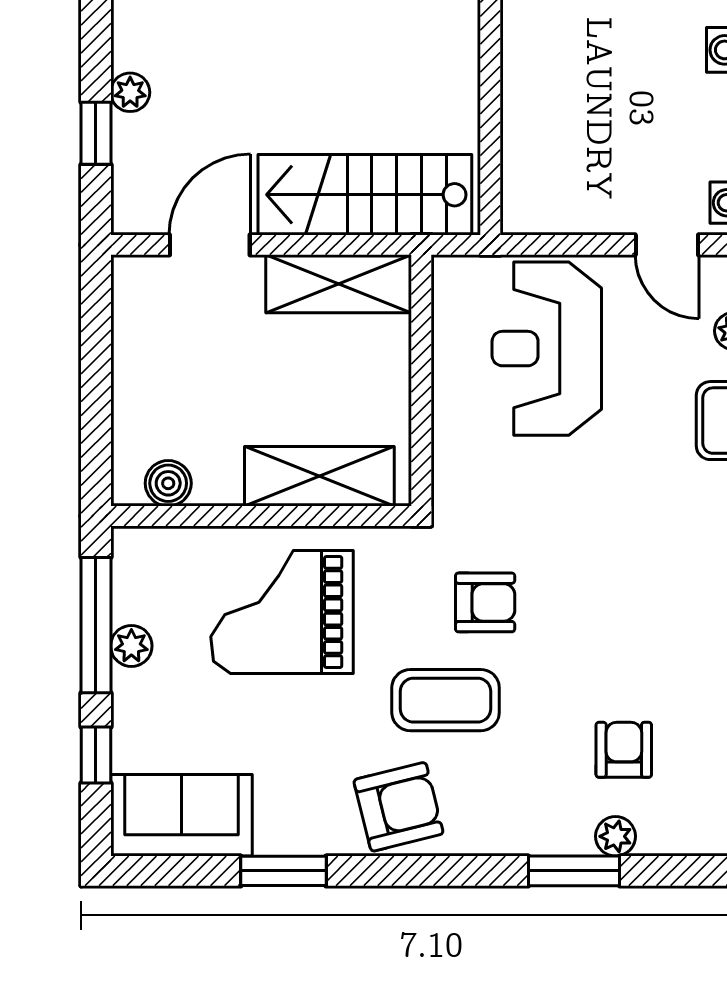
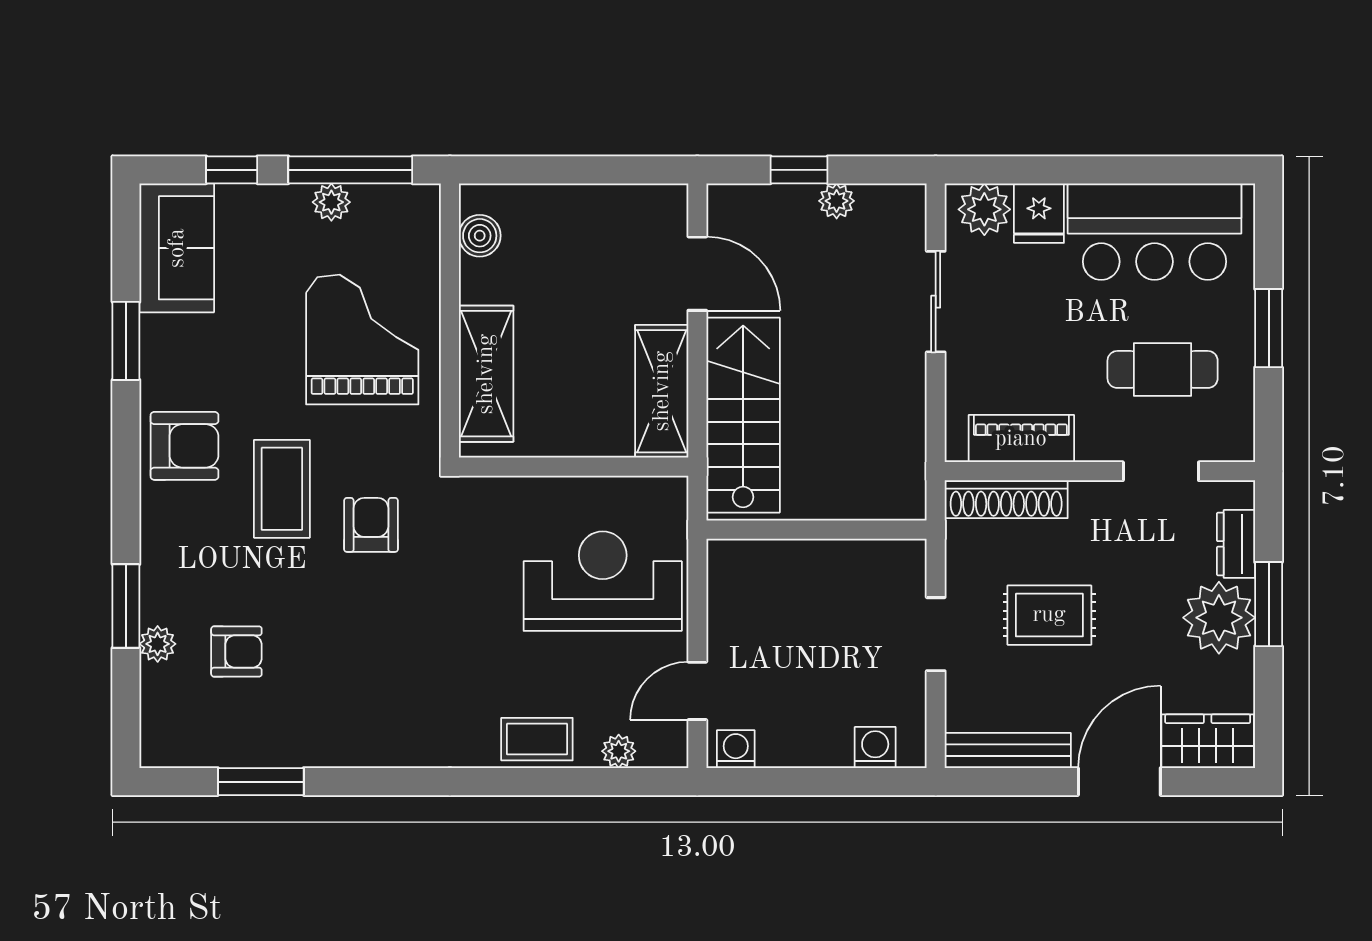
armchair: (485, 602) -> (371, 525), turned 180
armchair: (398, 807) -> (184, 446), turned -76

